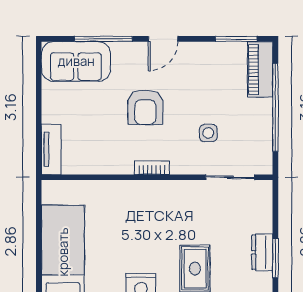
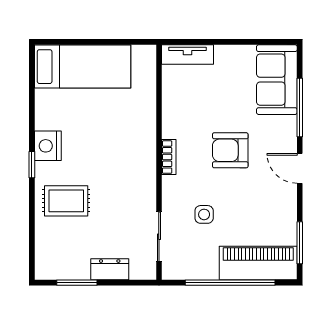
piano: (260, 70) -> (258, 263), width x1.37, depth x1.33
dresser: (262, 252) -> (110, 269), moved

